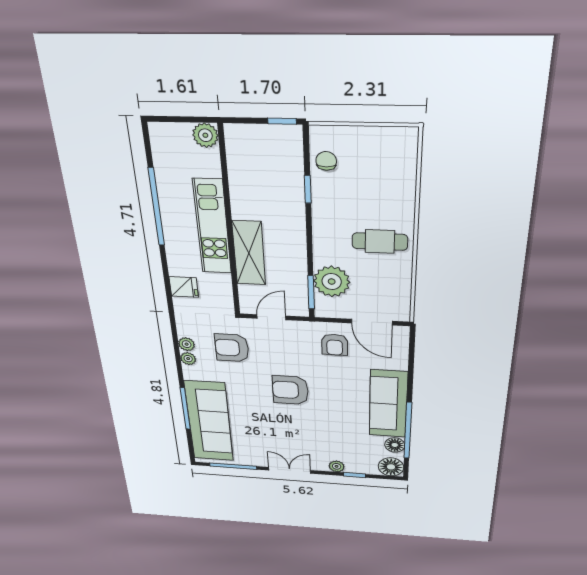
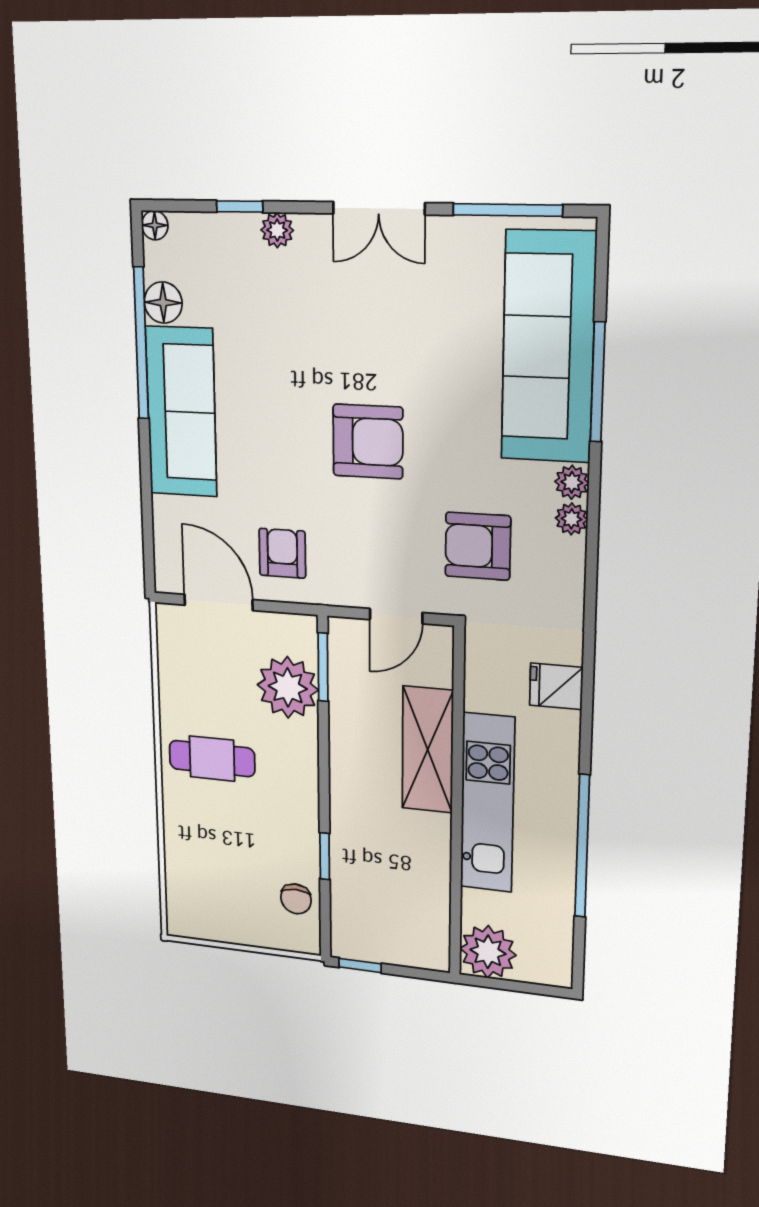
plant: (205, 135) -> (488, 952), width x1.36, depth x1.36
plant: (187, 344) -> (572, 482), moved
armchair: (232, 348) -> (478, 546), turned 180
floor lamp: (391, 467) -> (155, 225), width x0.53, depth x0.53

